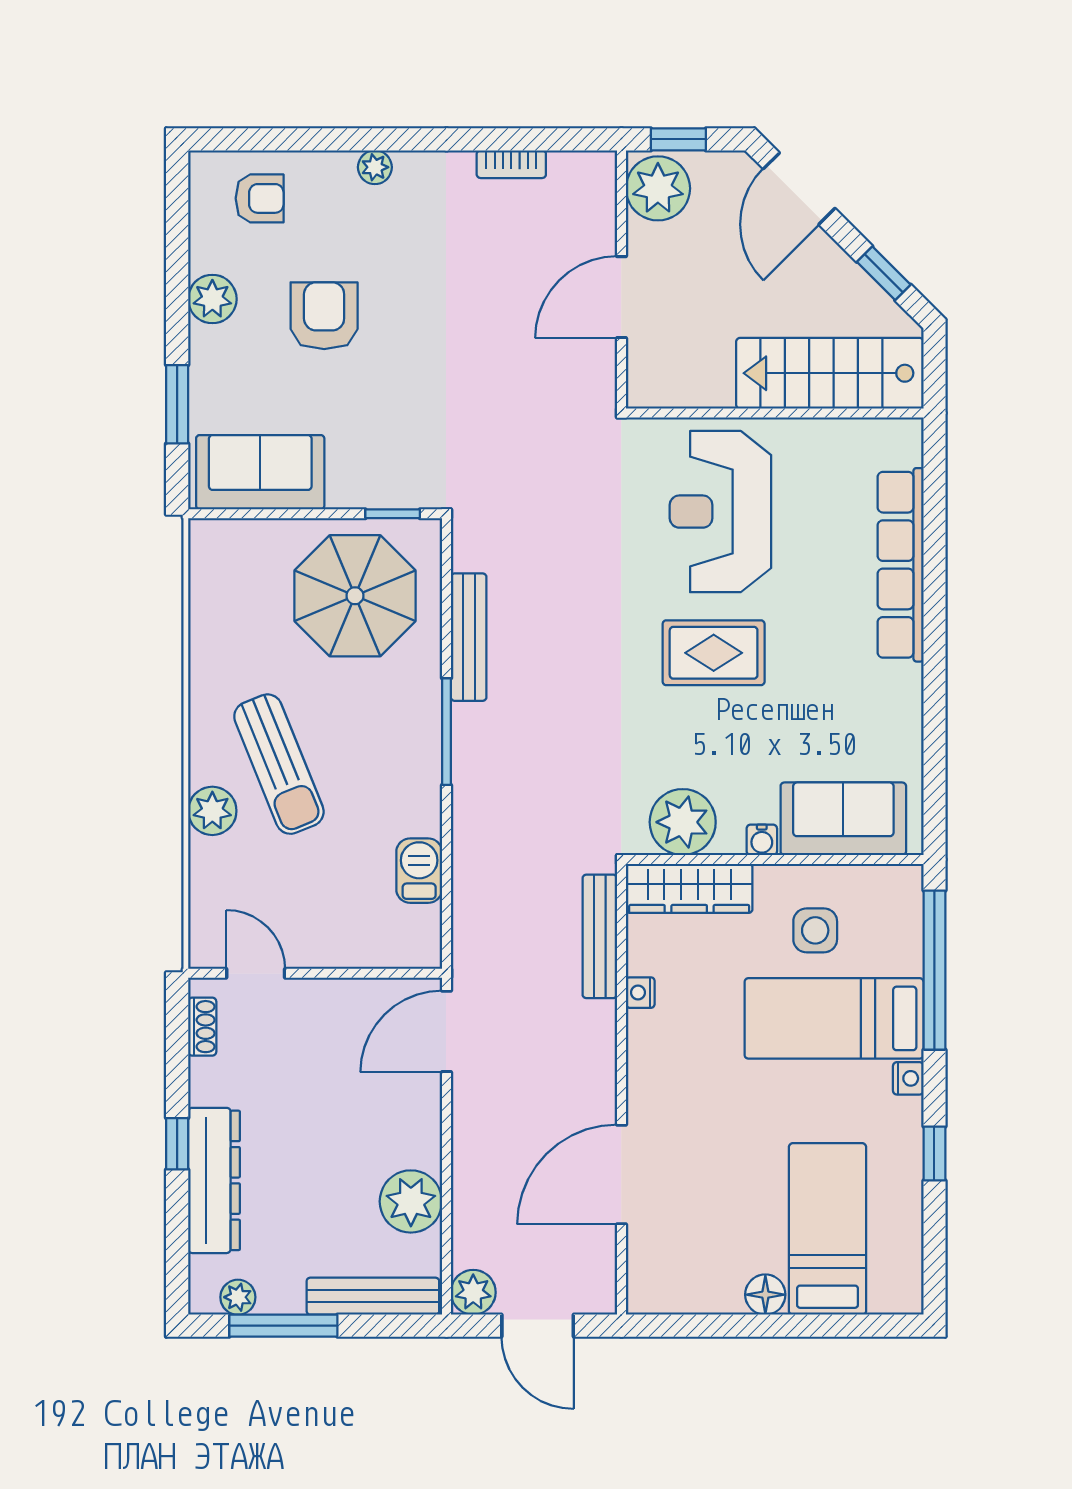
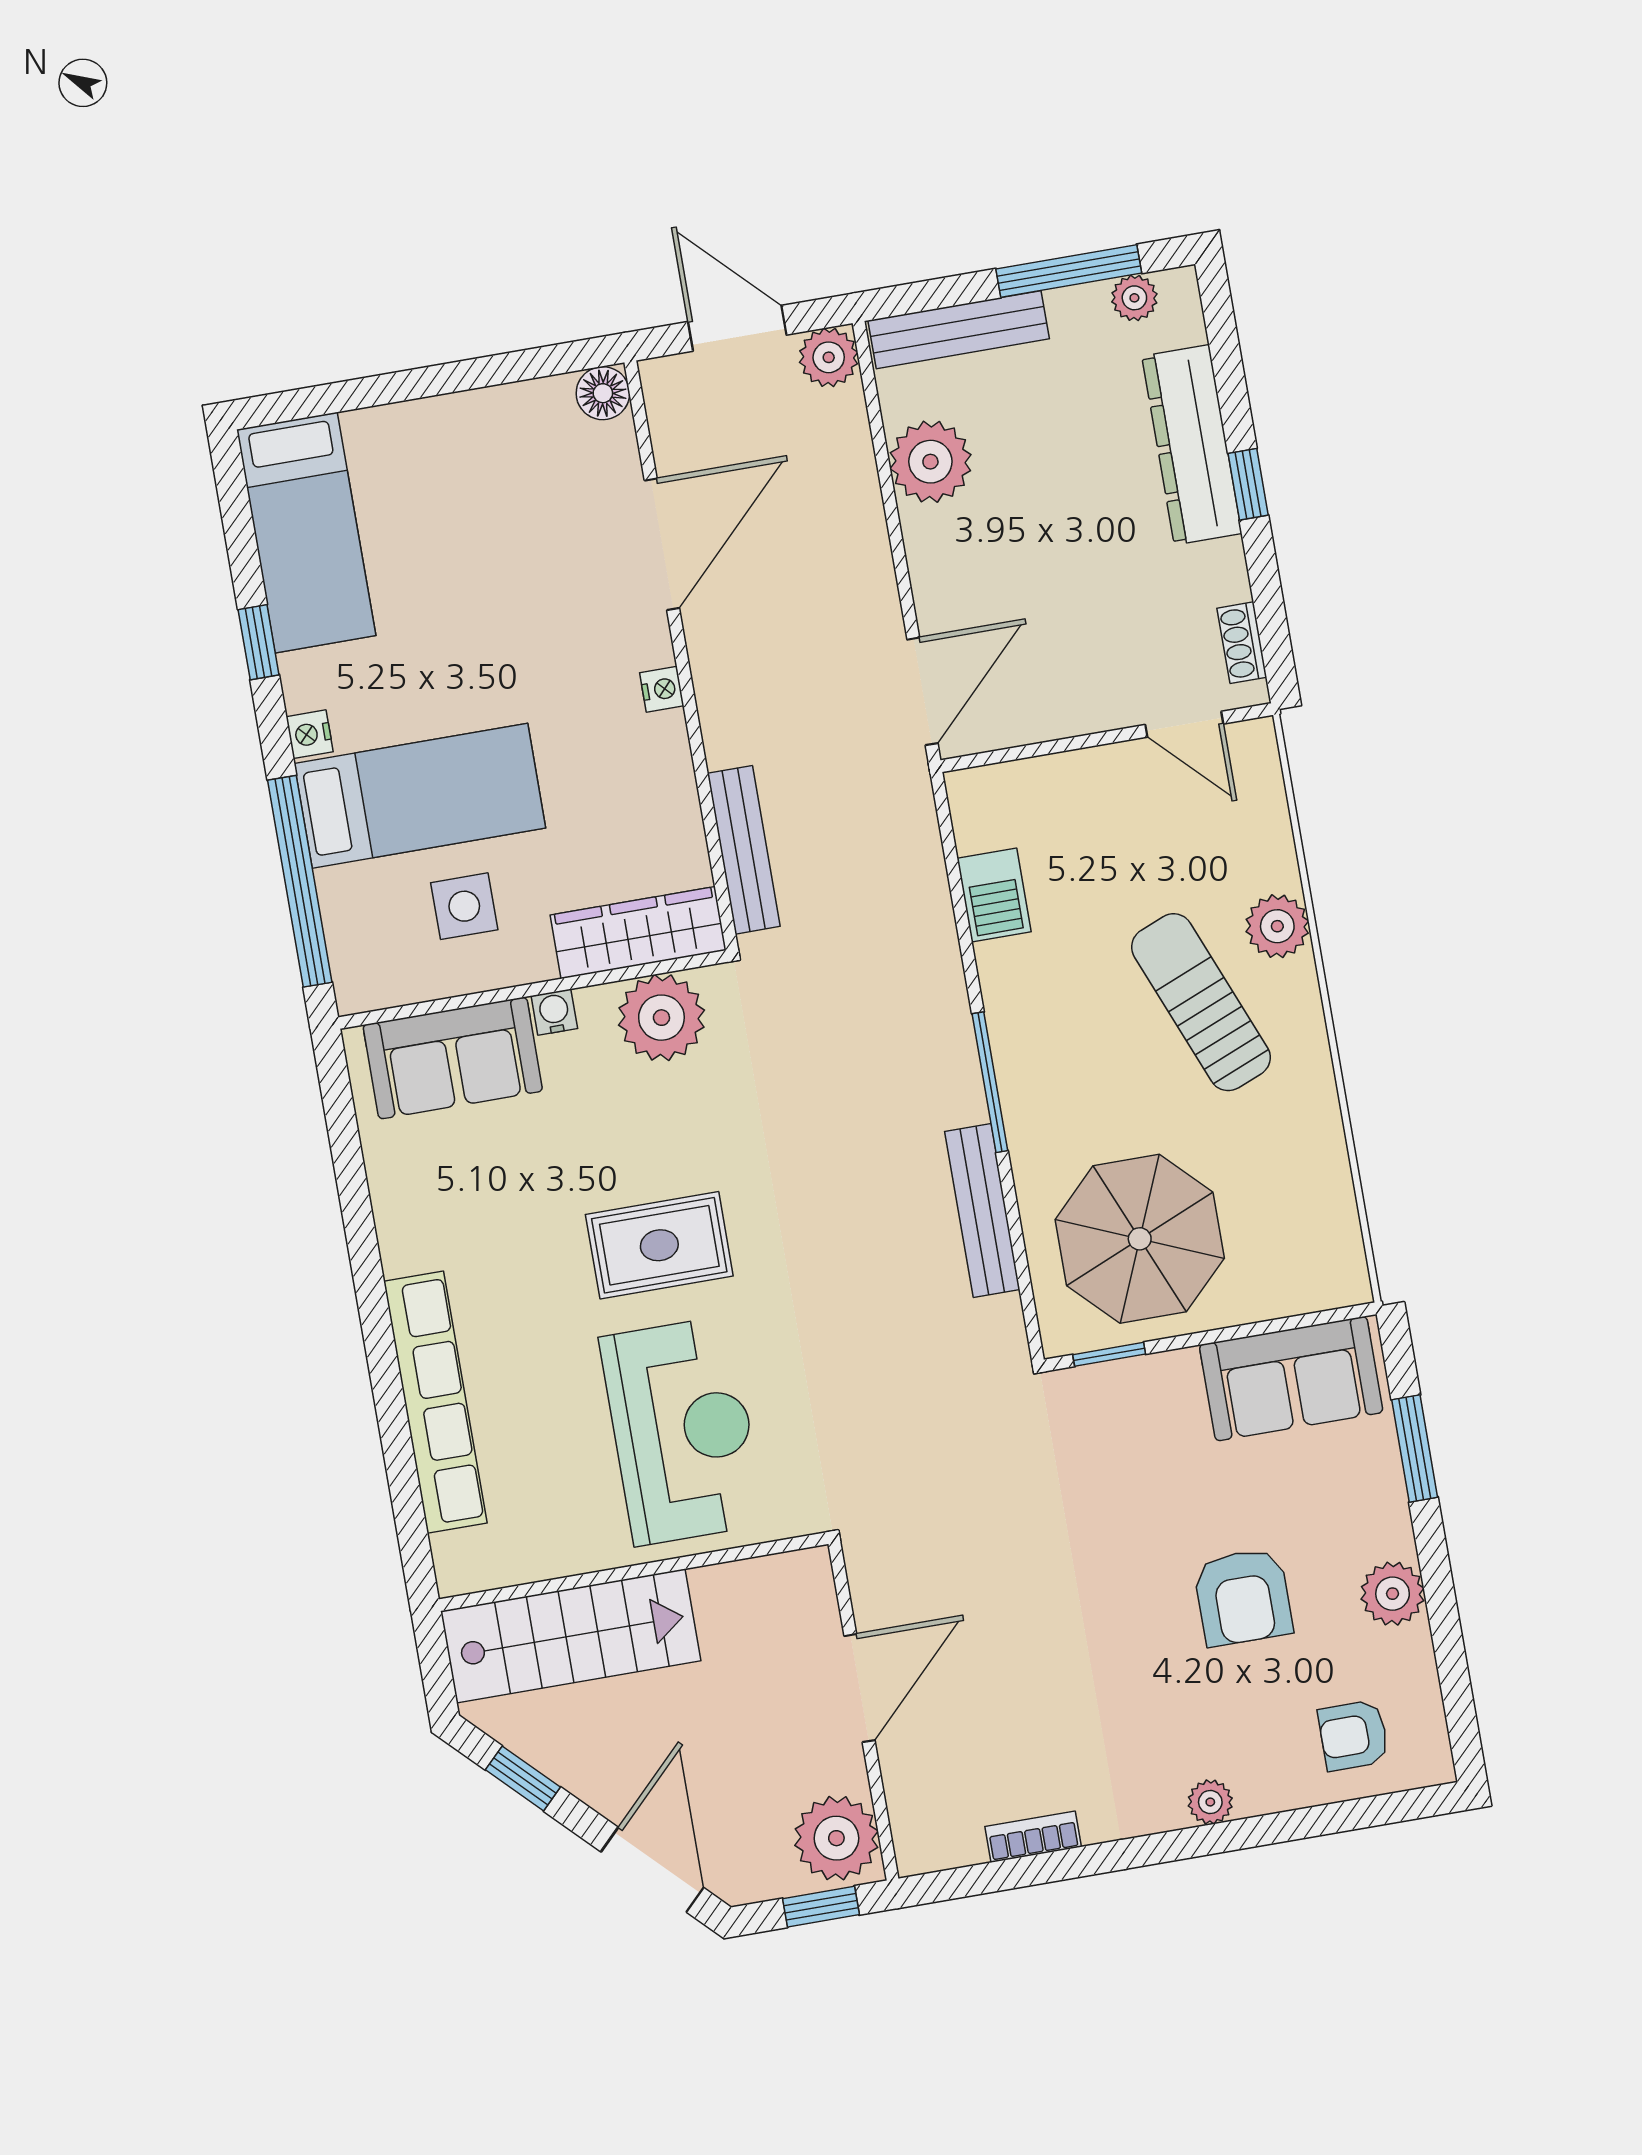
nightstand: (640, 993) -> (662, 689), moved
bed: (828, 1229) -> (306, 533), moved
floor lamp: (765, 1295) -> (603, 393), moved

